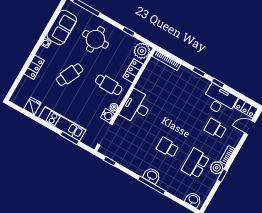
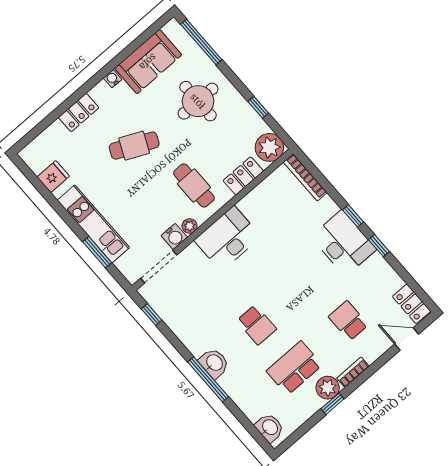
desk: (220, 100) -> (343, 243), moved
school desk: (168, 147) -> (257, 325), turned 180

